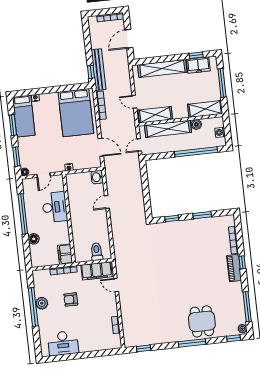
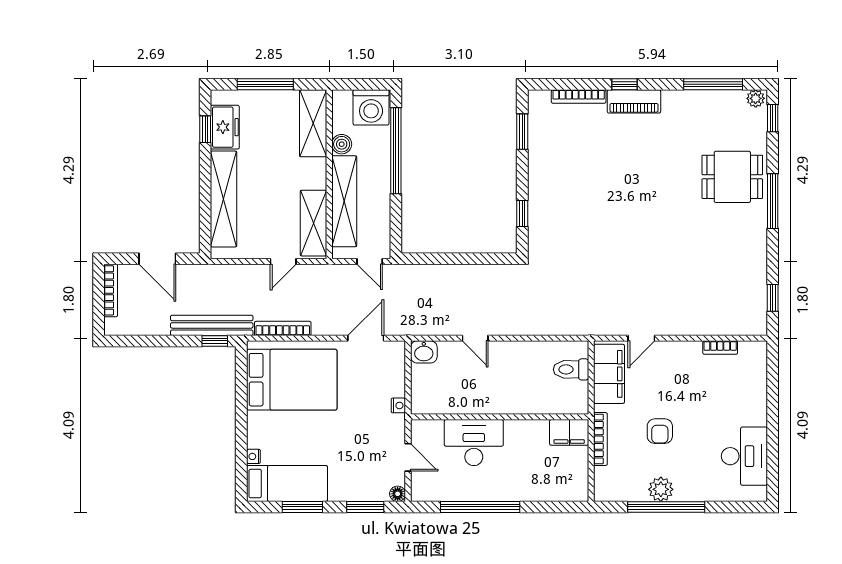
washing machine: (220, 132) -> (371, 107), width x1.89, depth x1.89
window: (202, 215) -> (522, 132), moved
floor lamp: (34, 239) -> (532, 491), removed

